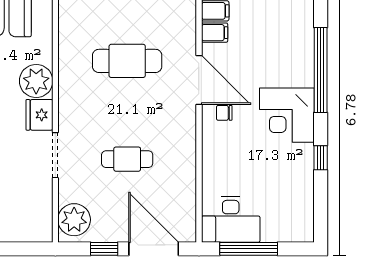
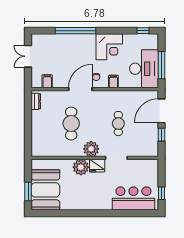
filing cabinet: (215, 33) -> (113, 82), moved
corner desk: (287, 115) -> (109, 47), moved
window: (321, 158) -> (143, 31), moved
desk: (231, 219) -> (144, 69), width x1.36, depth x1.30
plant: (74, 220) -> (91, 149), moved

